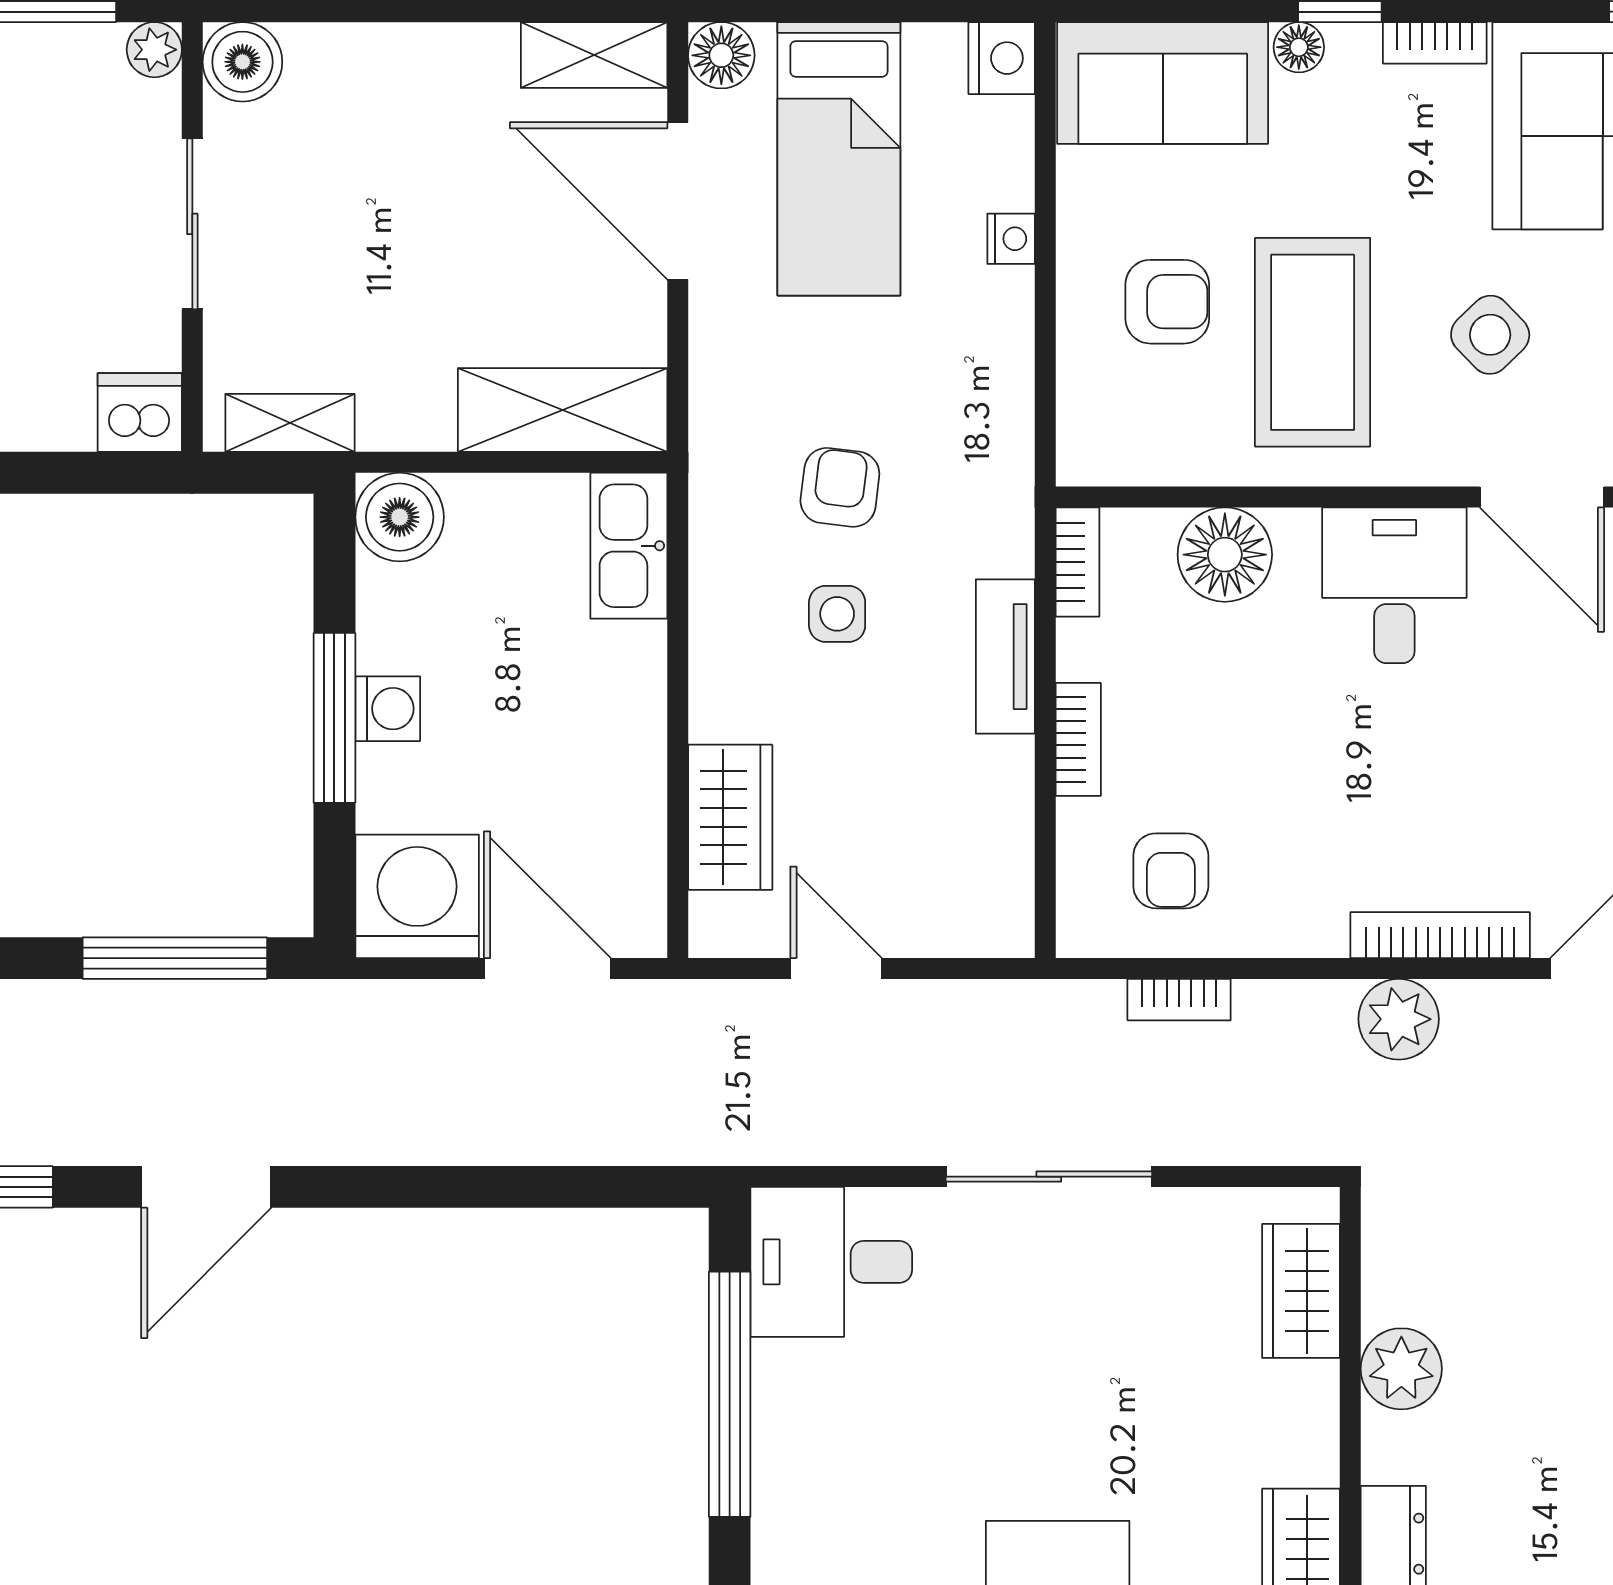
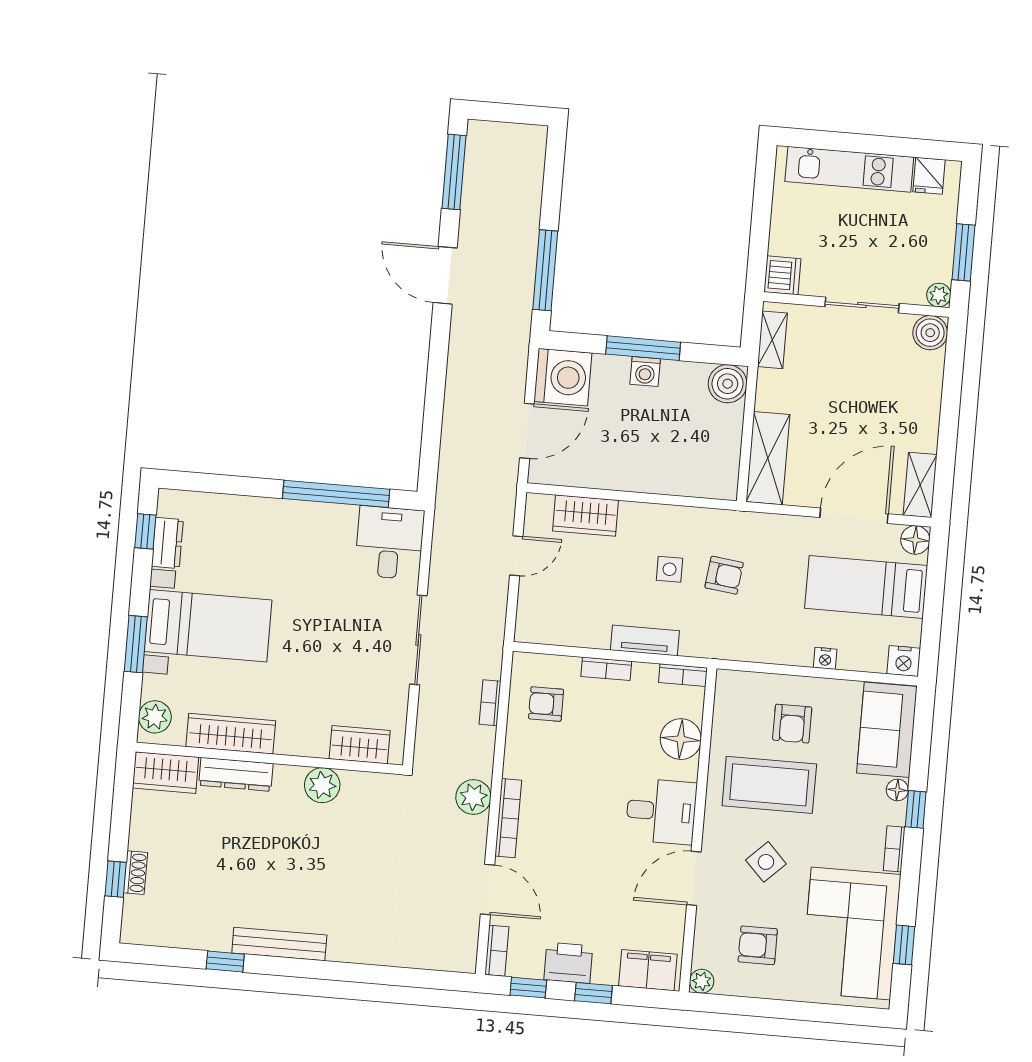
kitchen sink: (629, 546) -> (707, 482), removed

